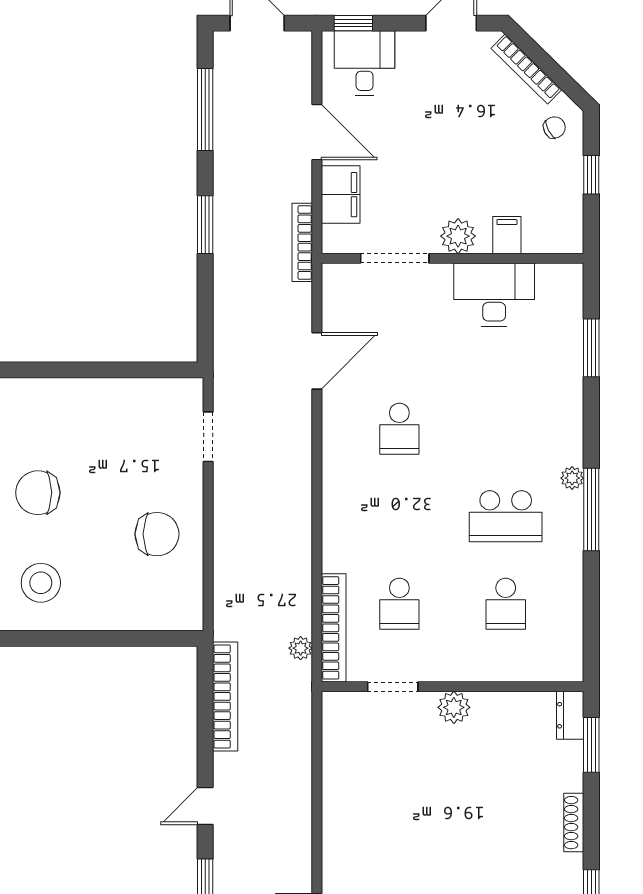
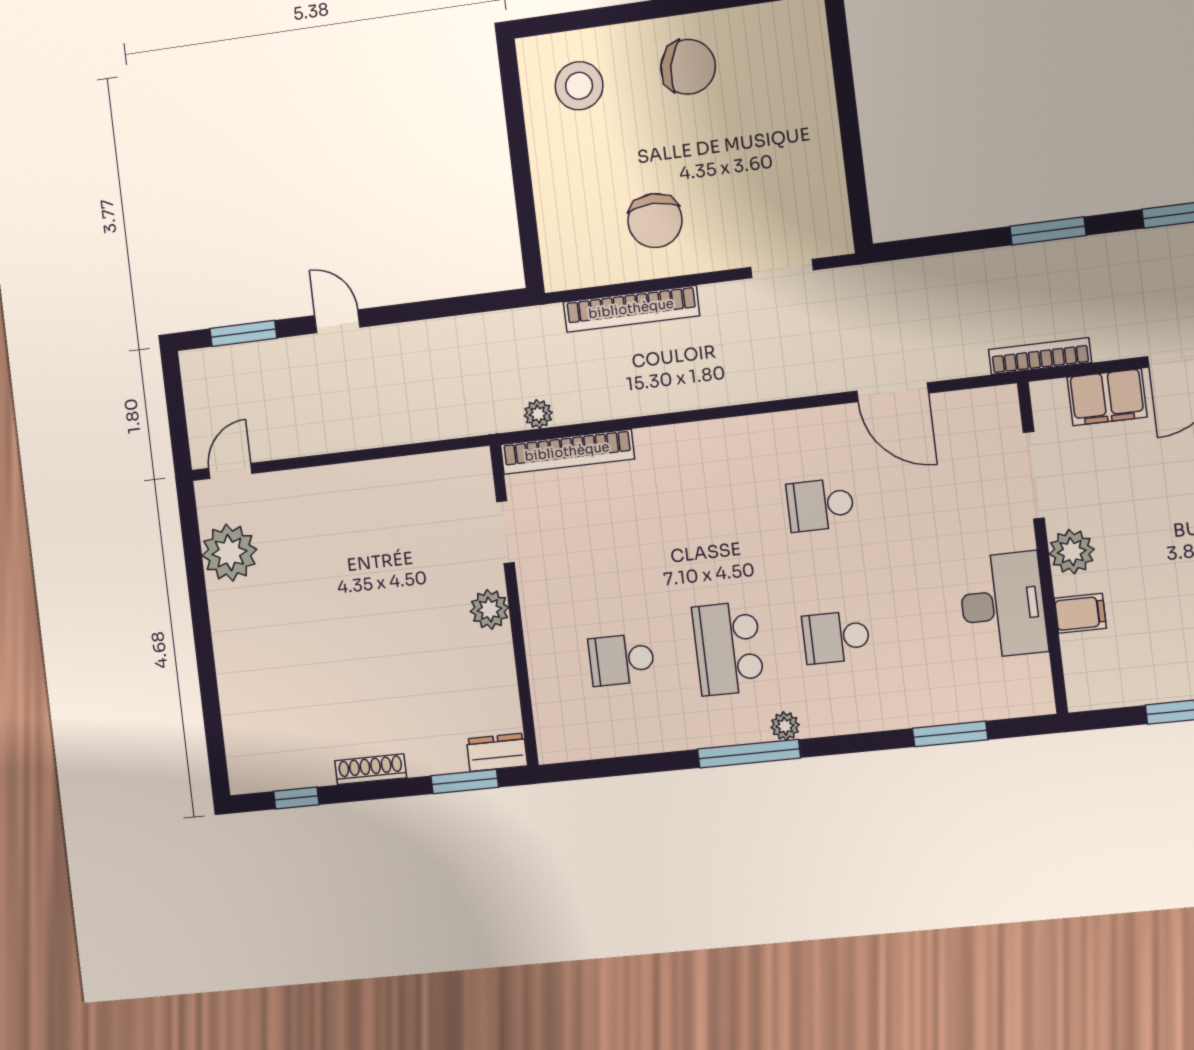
chair: (38, 493) -> (688, 67), turned 102
school desk: (399, 604) -> (836, 637), moved
bookcase: (225, 696) -> (631, 309), moved

